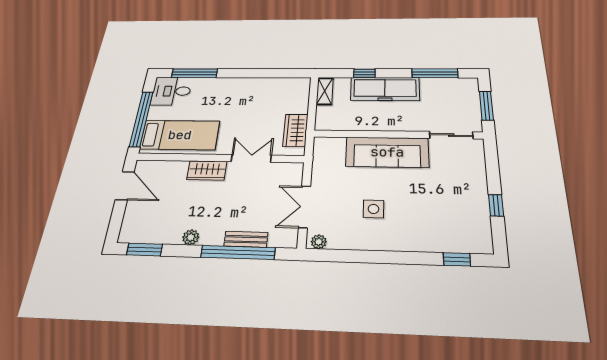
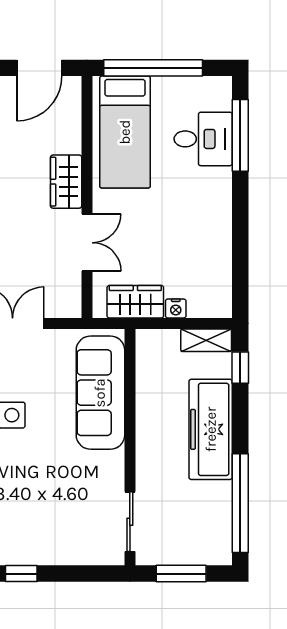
window: (364, 73) -> (240, 368), moved
window: (435, 73) -> (240, 503), width x1.46
desk: (172, 91) -> (203, 139), moved, turned 90
nightstand: (302, 108) -> (176, 308), added
sofa: (387, 152) -> (100, 393), moved

